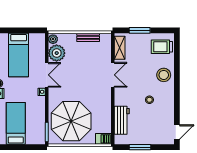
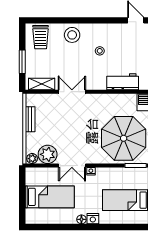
double door: (47, 75) -> (72, 166), swing flipped

